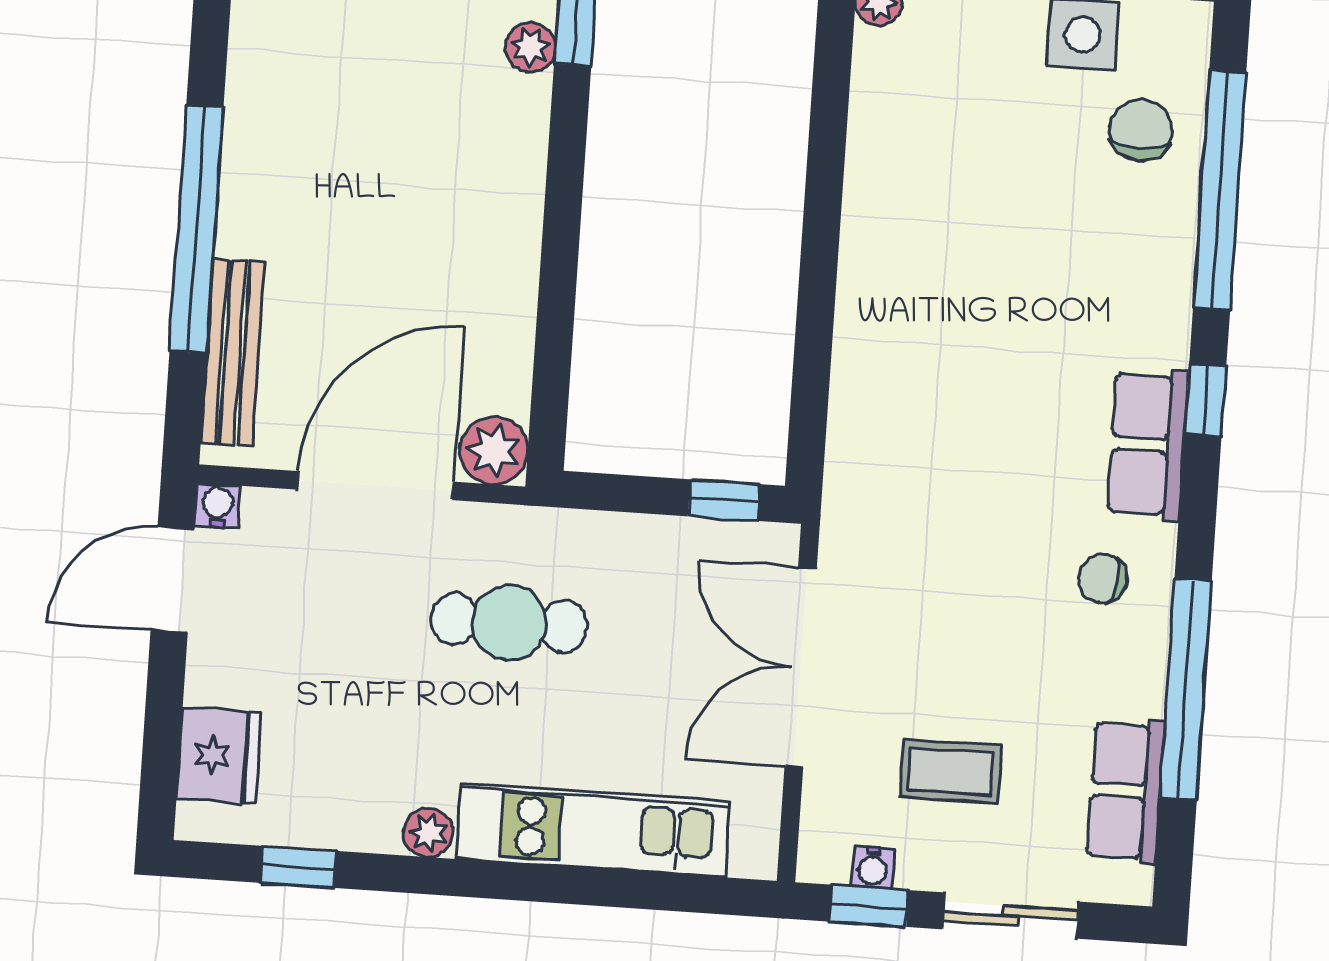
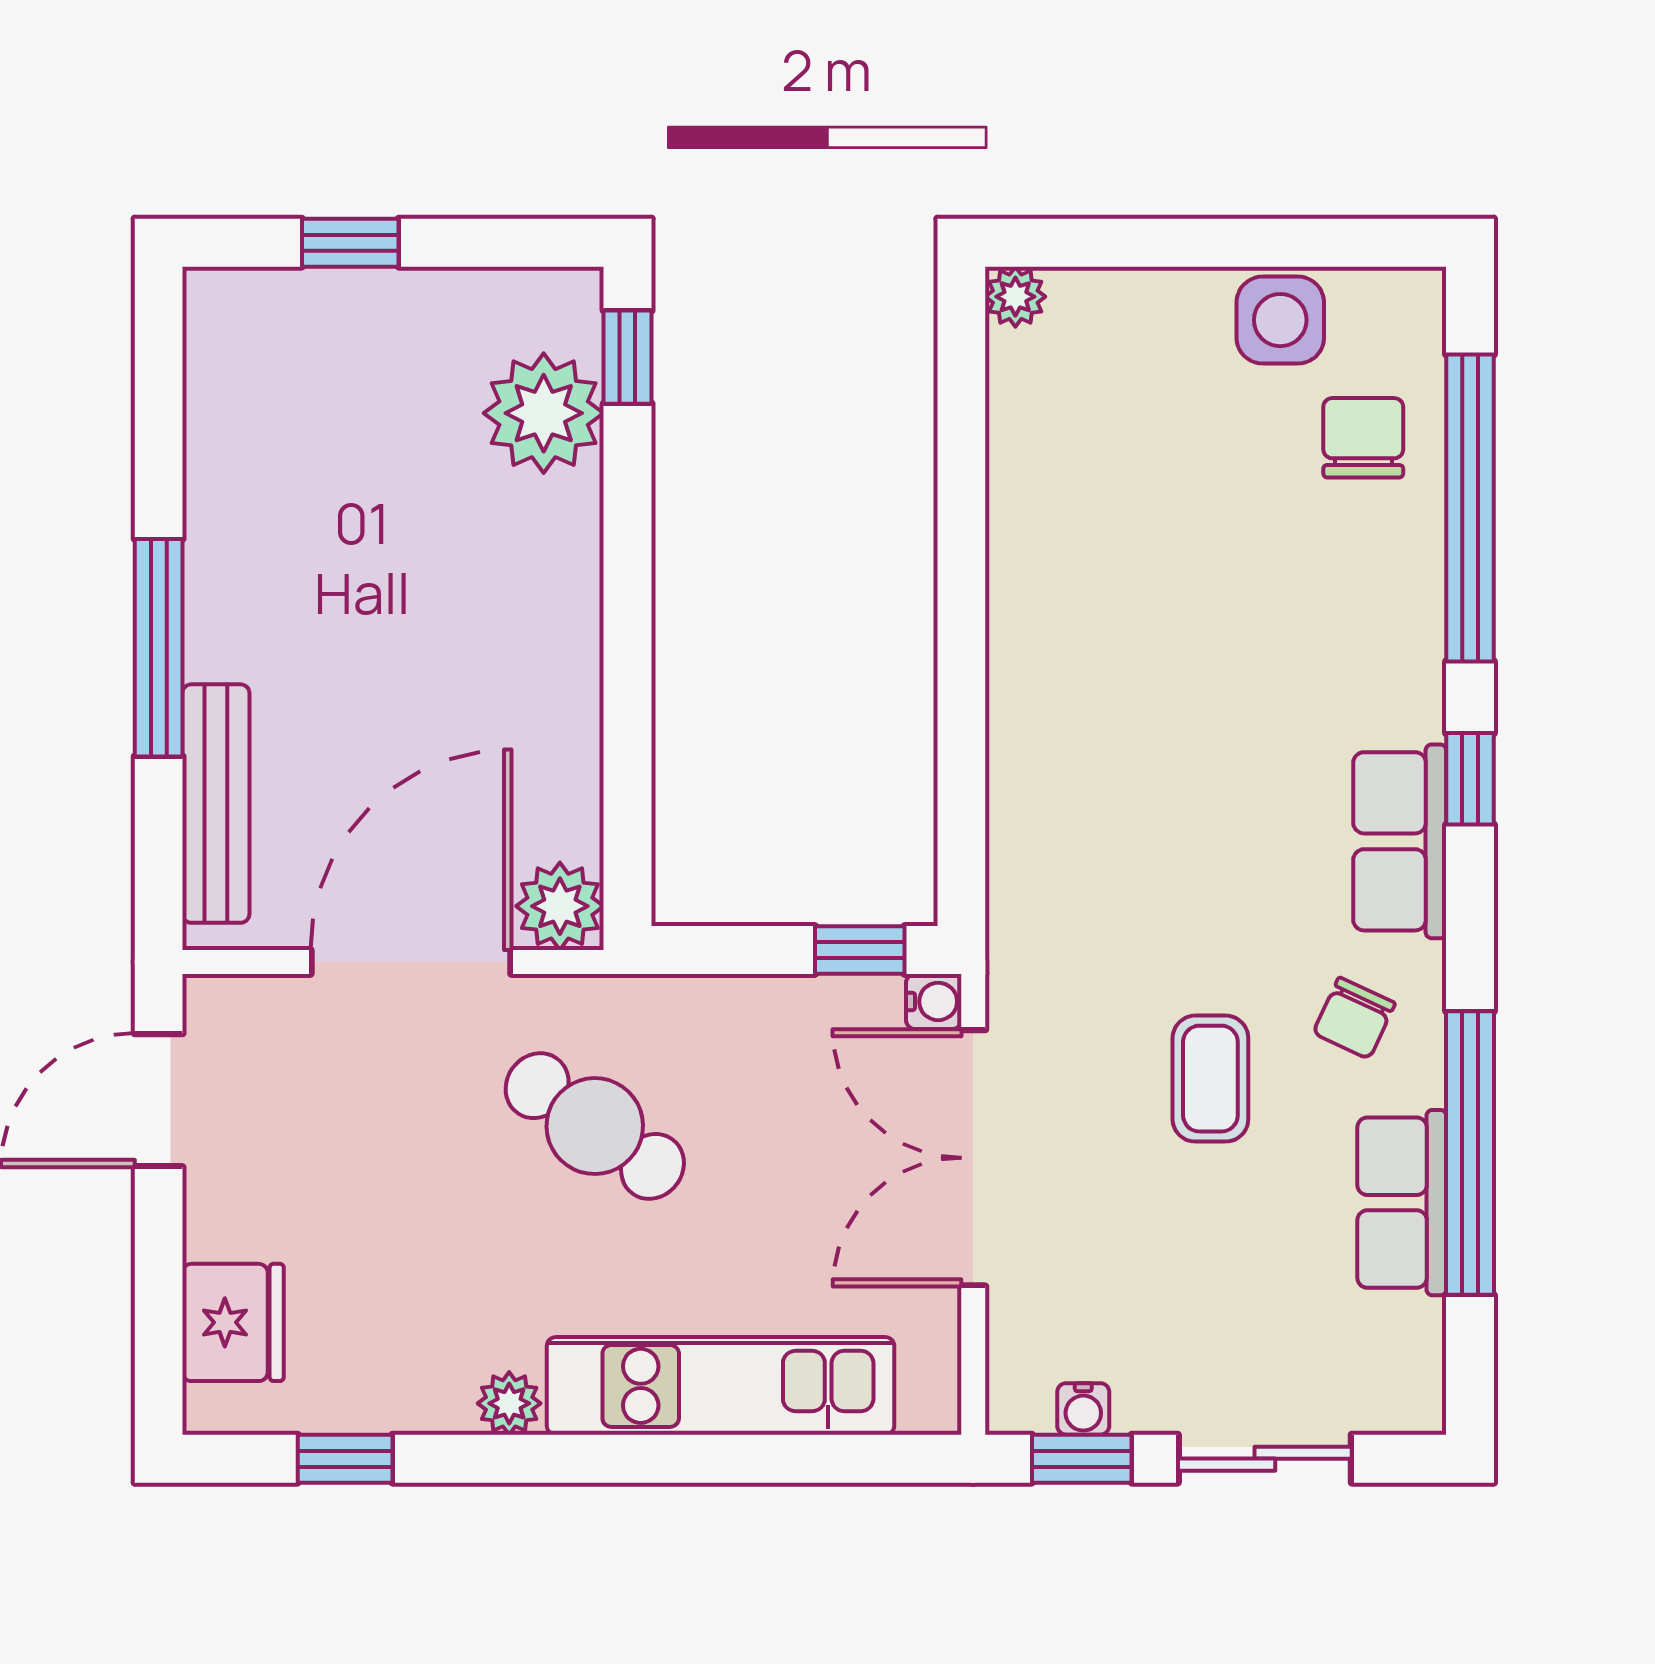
plant: (530, 47) -> (544, 413), width x1.87, depth x1.87
window: (197, 229) -> (159, 648), width x0.68
water cooler: (218, 506) -> (934, 1001), moved, turned 90
chair: (1103, 579) -> (1354, 1018), turned -73
cafe table: (509, 622) -> (595, 1126), turned 35
coffee table: (950, 771) -> (1210, 1079), moved, turned 90
row of seats: (1126, 791) -> (1402, 1203), moved

